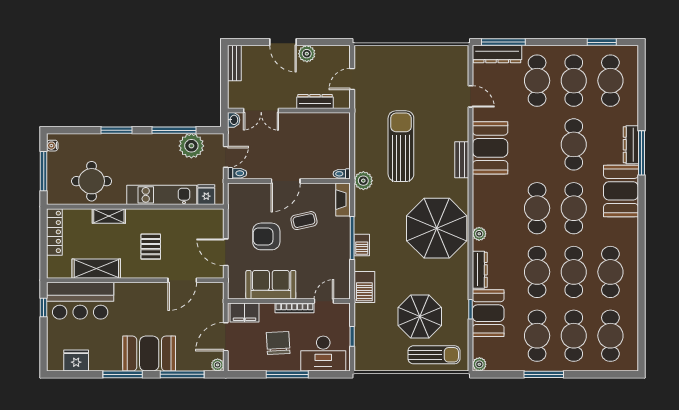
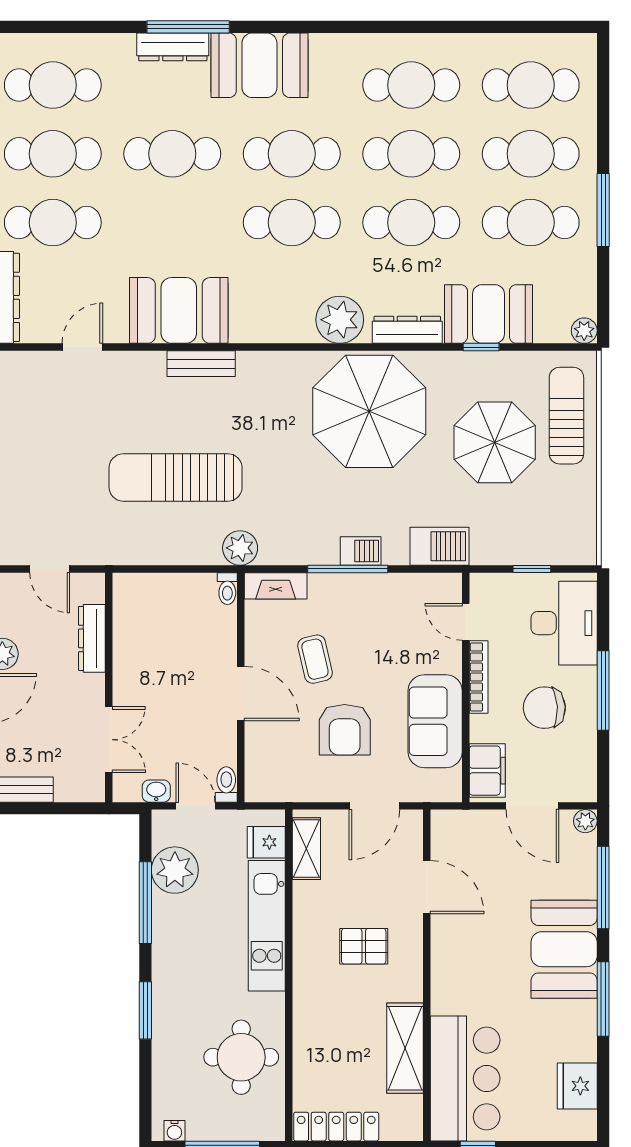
washbasin: (234, 120) -> (156, 791), moved
shelving: (109, 216) -> (306, 849), moved
parasol: (437, 228) -> (369, 411), moved
plant: (479, 234) -> (340, 320), width x1.87, depth x1.87

